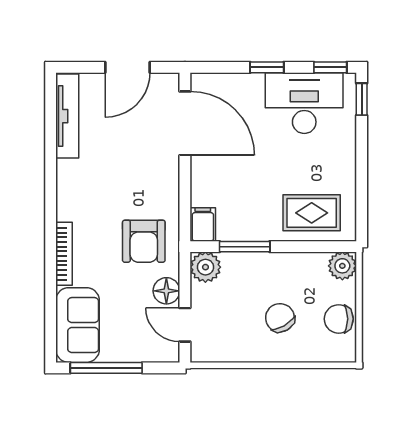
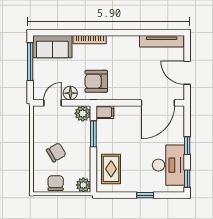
window: (362, 99) -> (145, 195), moved

